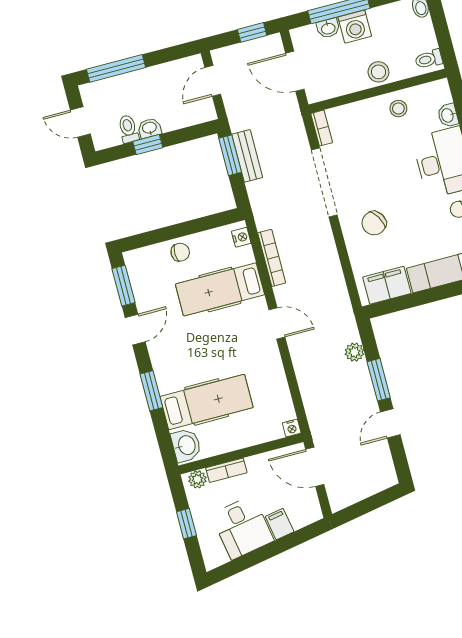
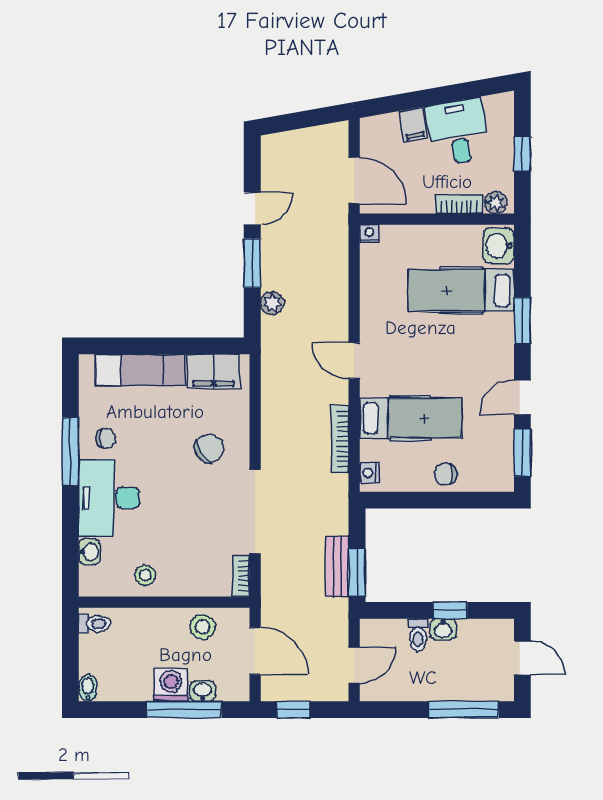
stool: (378, 72) -> (203, 627), moved
toilet: (128, 129) -> (418, 635), moved

